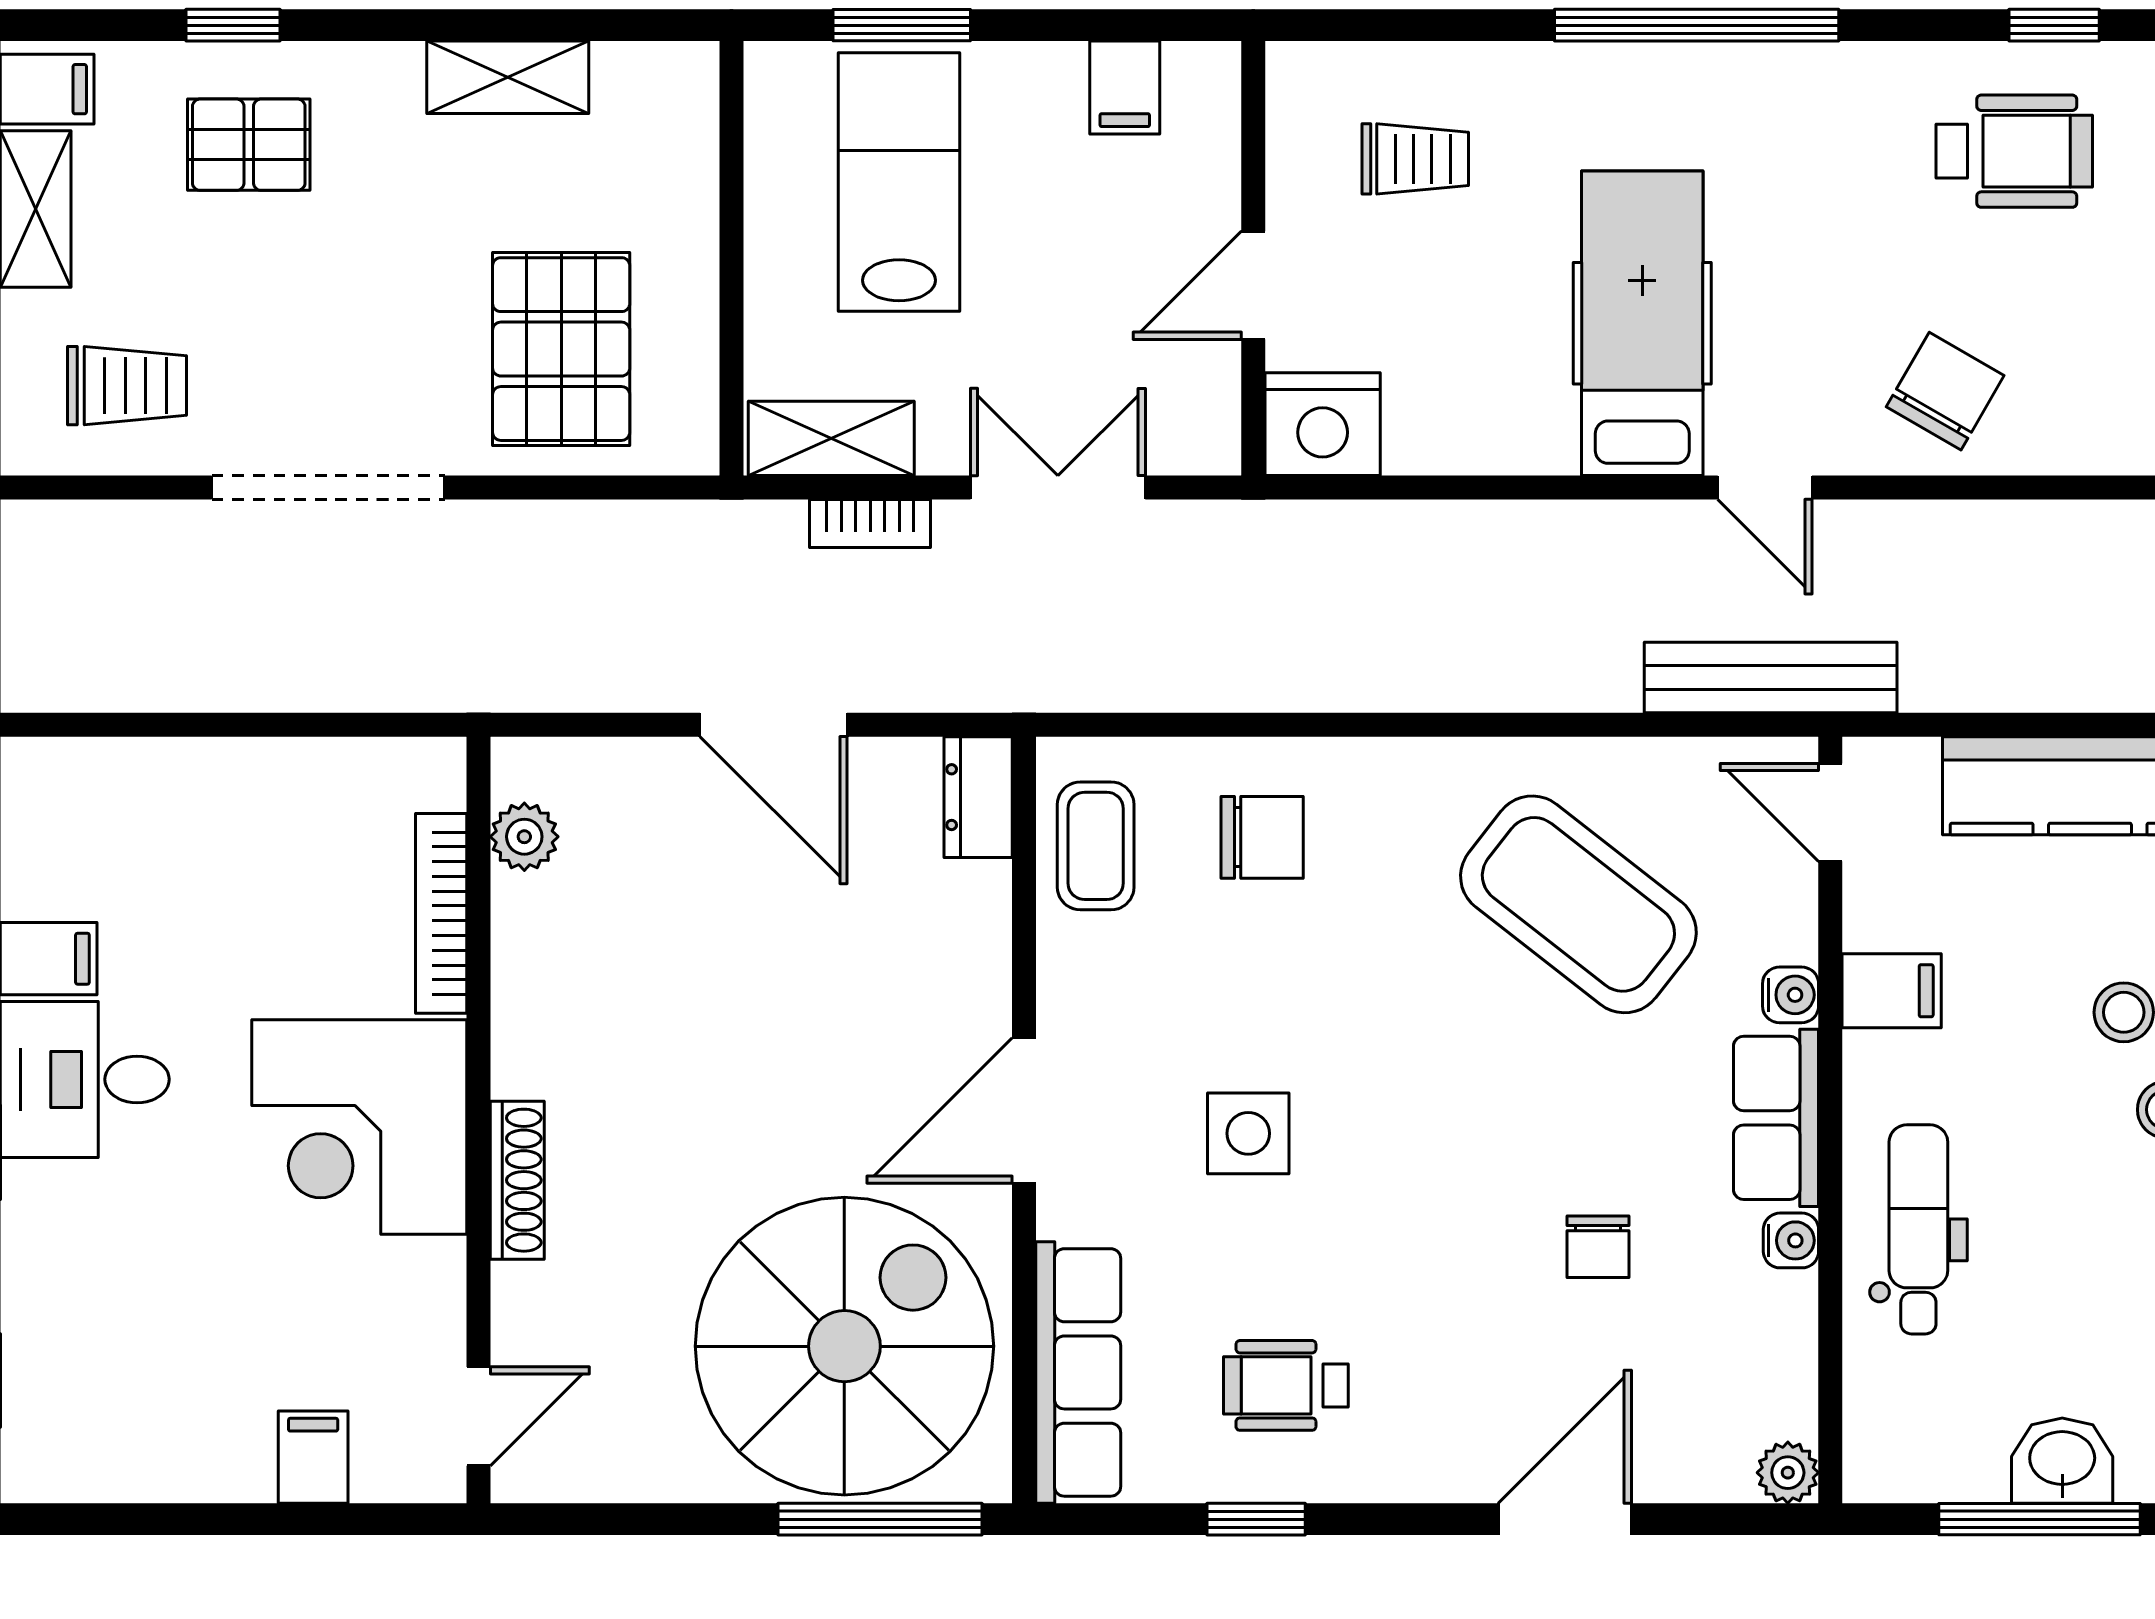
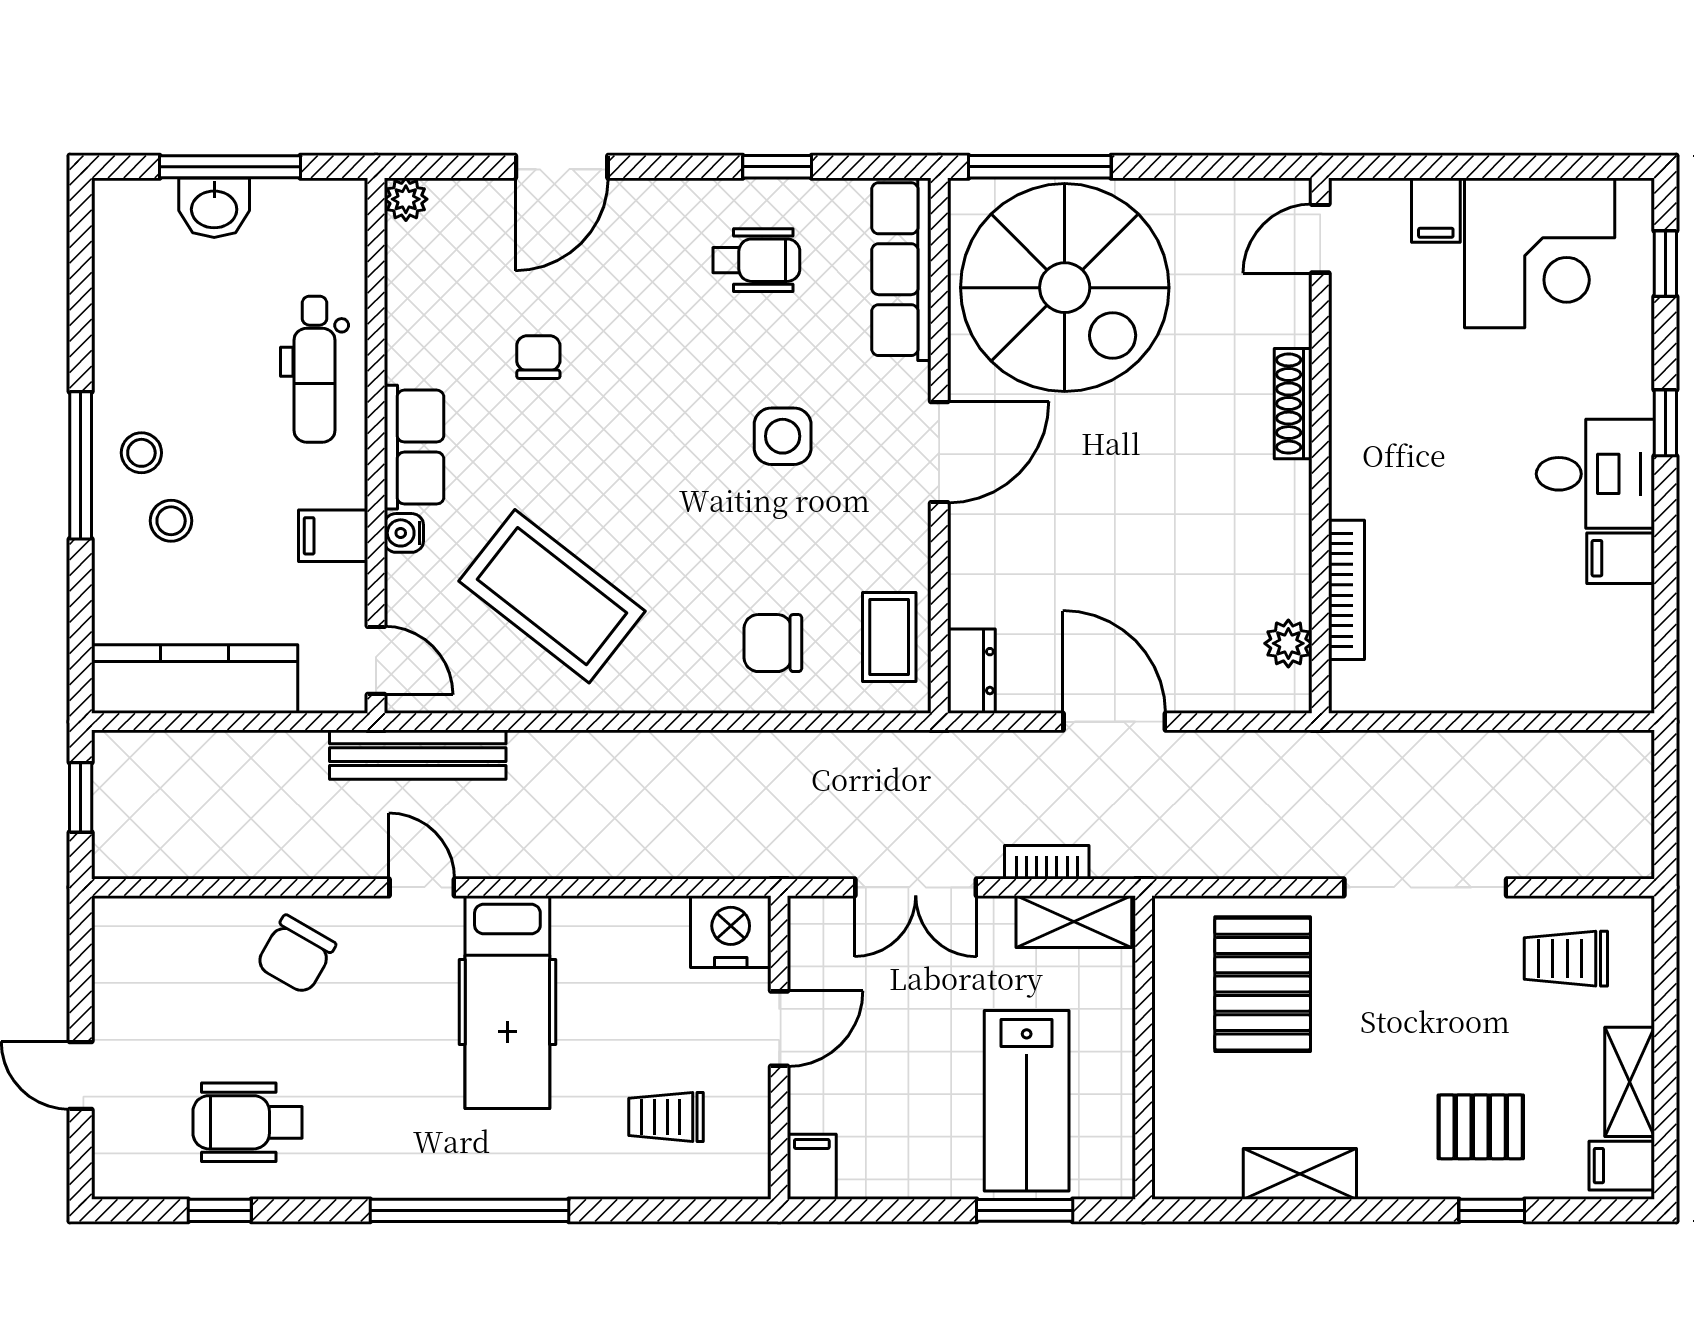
filing cabinet: (1125, 88) -> (812, 1167), moved
corner desk: (359, 1127) -> (1540, 253), moved, turned 90
water cooler: (1791, 1240) -> (404, 361), removed
spiral stairs: (844, 1346) -> (1065, 288), turned -90

